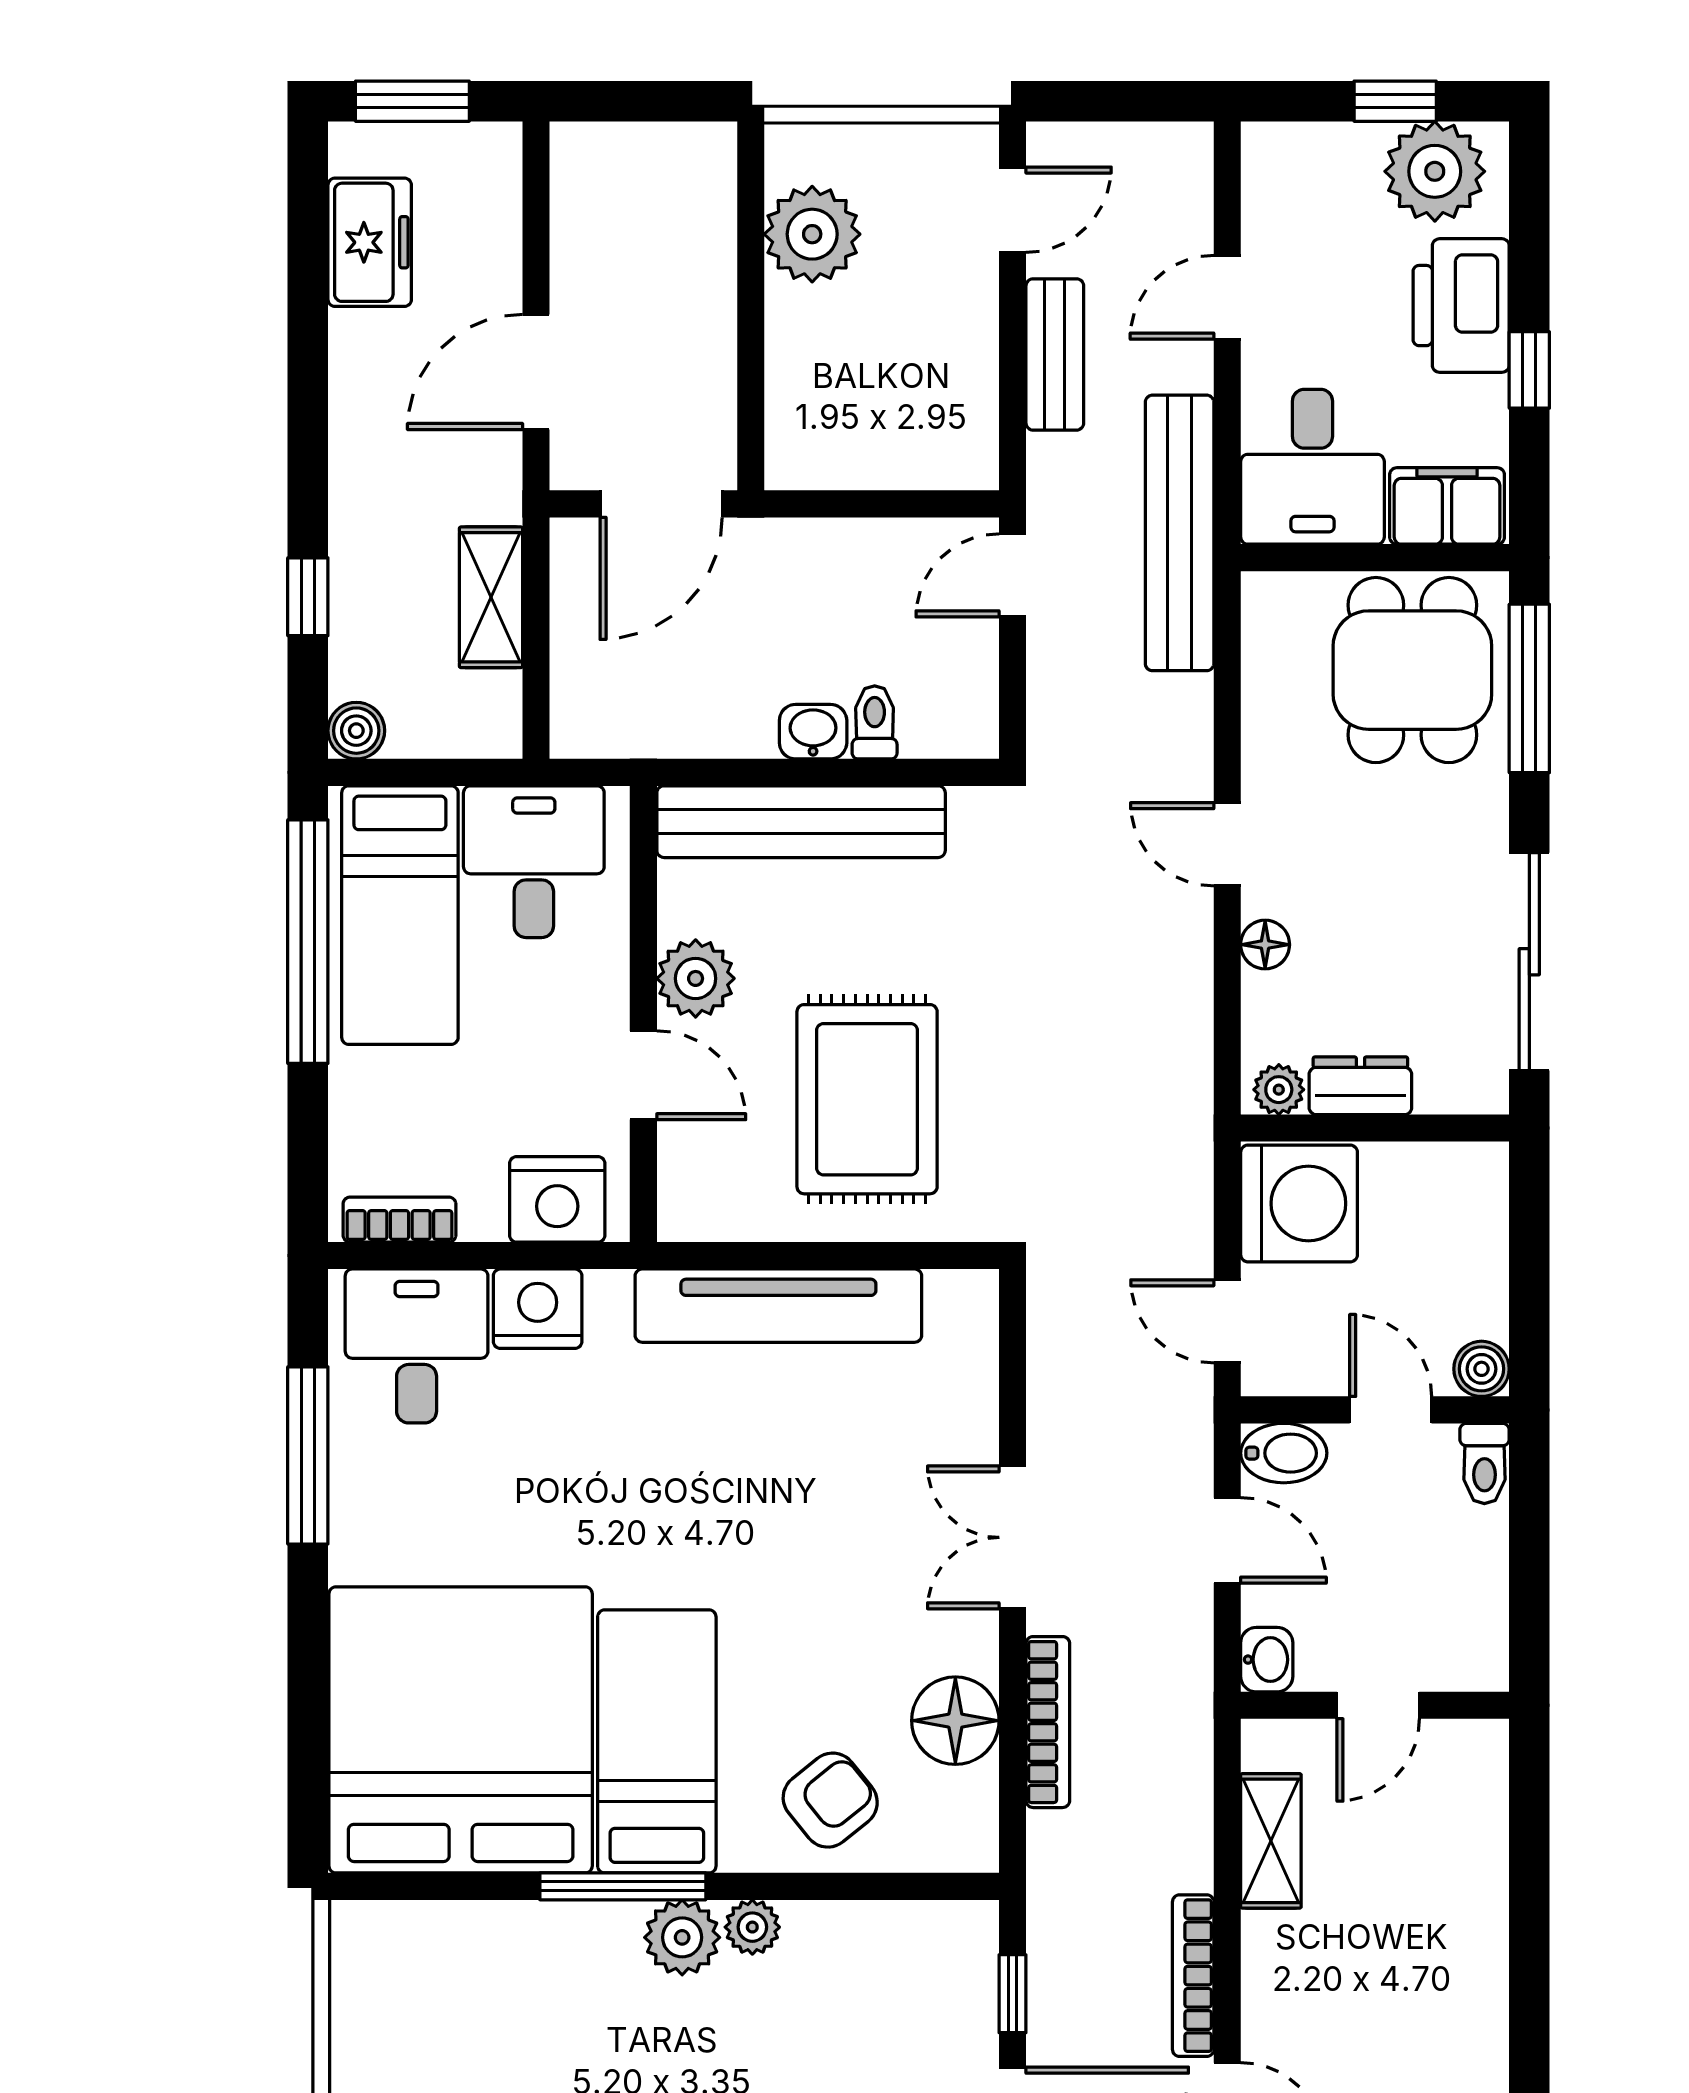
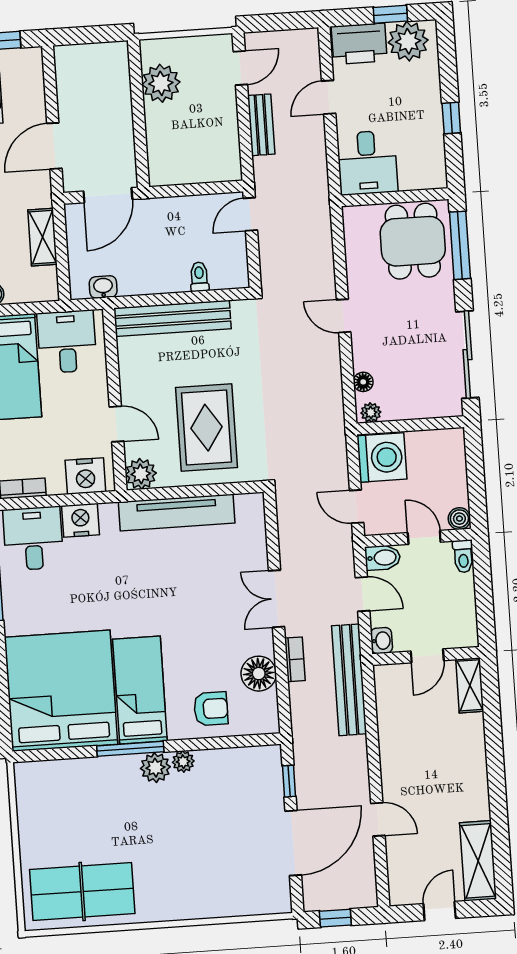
printer: (1461, 306) -> (359, 44), moved, turned -90
filing cabinet: (1447, 506) -> (422, 175), removed
bench: (1180, 533) -> (349, 680), moved
washbasin: (813, 732) -> (103, 287), moved
floor lamp: (1265, 945) -> (363, 382), moved
plant: (696, 978) -> (141, 474), moved
dresser: (1360, 1086) -> (403, 409), removed
bookcase: (1048, 1722) -> (295, 659), width x0.64
armchair: (830, 1800) -> (211, 709), turned 39
shelving: (1271, 1841) -> (470, 685), moved
bookcase: (1193, 1976) -> (361, 769), removed

